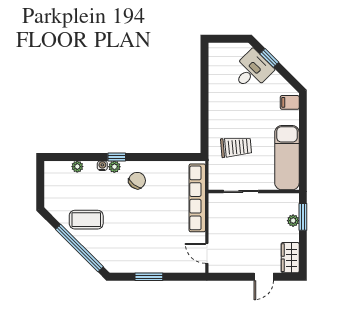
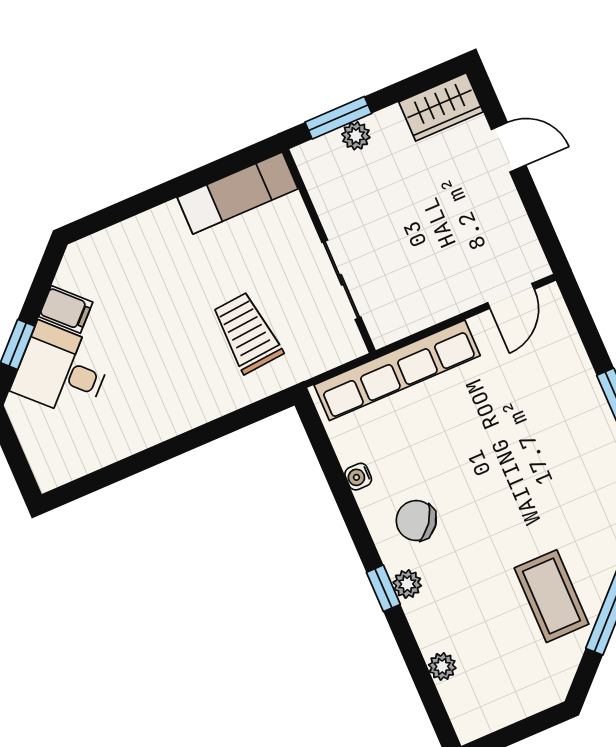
filing cabinet: (290, 102) -> (66, 309), moved, turned -45
exam couch: (287, 158) -> (238, 193), width x0.73, depth x0.69
water cooler: (102, 166) -> (358, 477), moved

